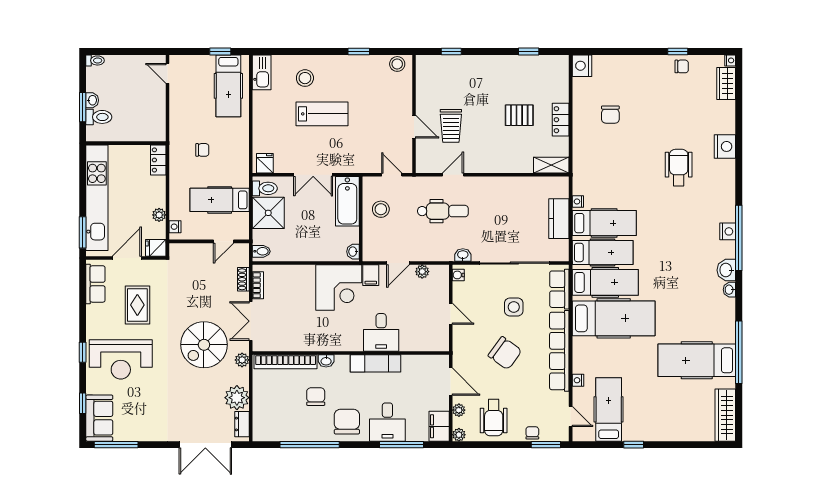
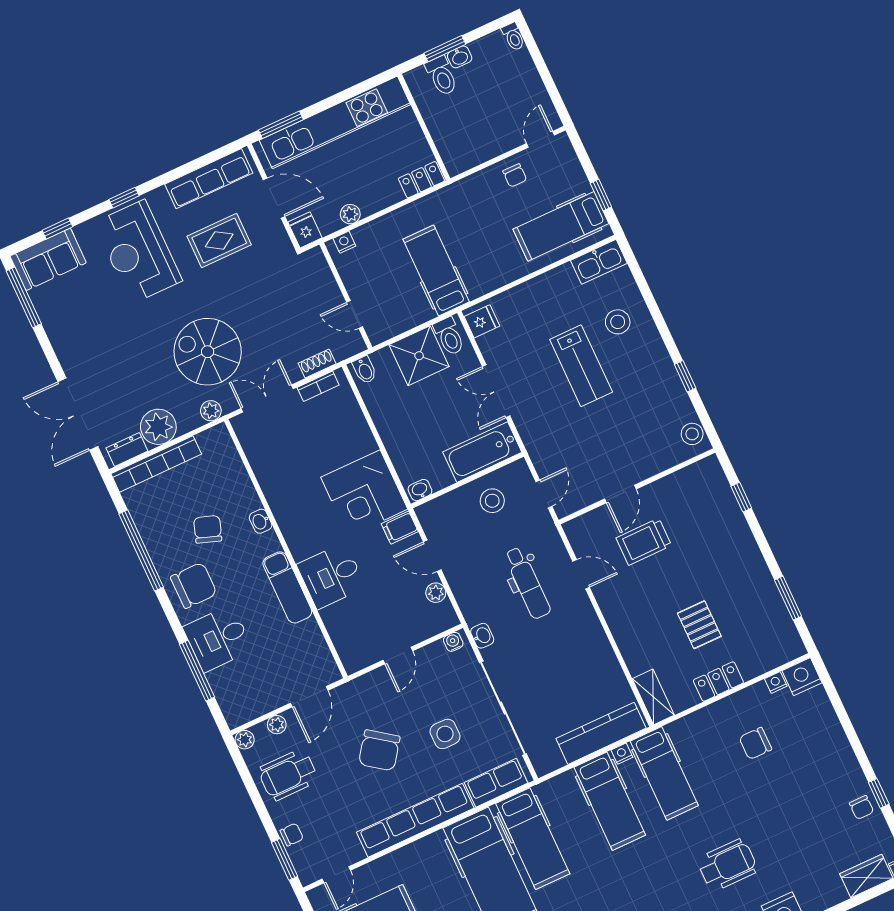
window: (529, 52) -> (788, 598), width x1.50
chair: (202, 150) -> (515, 175), moved
hospital bed: (220, 200) -> (436, 271), moved
kitchen counter: (559, 219) -> (601, 733), width x1.50
hospital bed: (603, 252) -> (664, 773), moved
row of seats: (95, 284) -> (209, 179), width x1.48
bookcase: (286, 362) -> (156, 464), moved, turned -90
nightstand: (578, 380) -> (776, 682), moved
chair: (316, 397) -> (208, 529), turned -71
filing cabinet: (439, 426) -> (244, 709), removed

